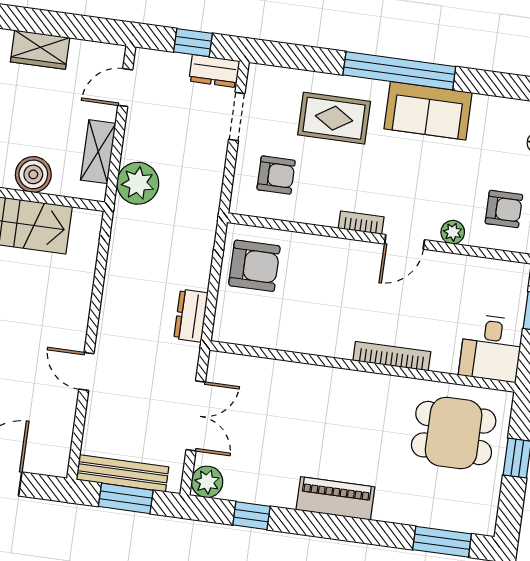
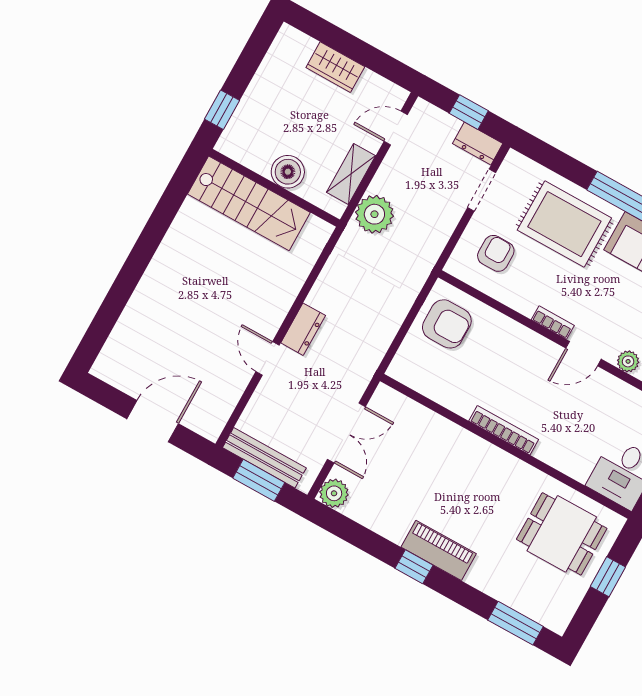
rug: (334, 118) -> (564, 224), width x1.36, depth x1.43
armchair: (276, 175) -> (496, 253), turned -90
dresser: (191, 316) -> (303, 329), moved, turned 180
bookcase: (392, 356) -> (504, 430), moved
window: (251, 516) -> (414, 567), moved

